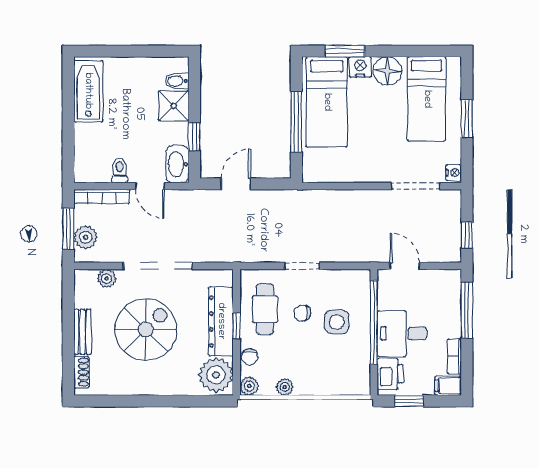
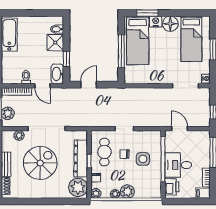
plant: (308, 383) -> (127, 192), added
window: (409, 401) -> (182, 201), removed

